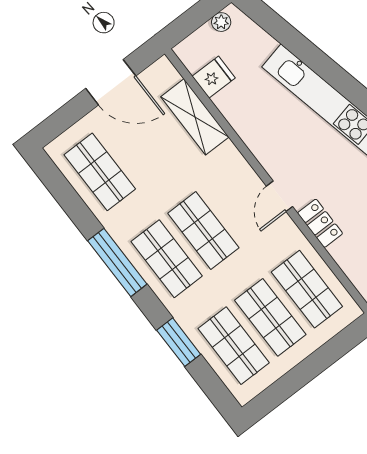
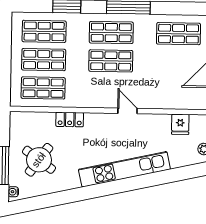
shelving: (195, 117) -> (168, 100), removed
door: (280, 196) -> (127, 111), moved

